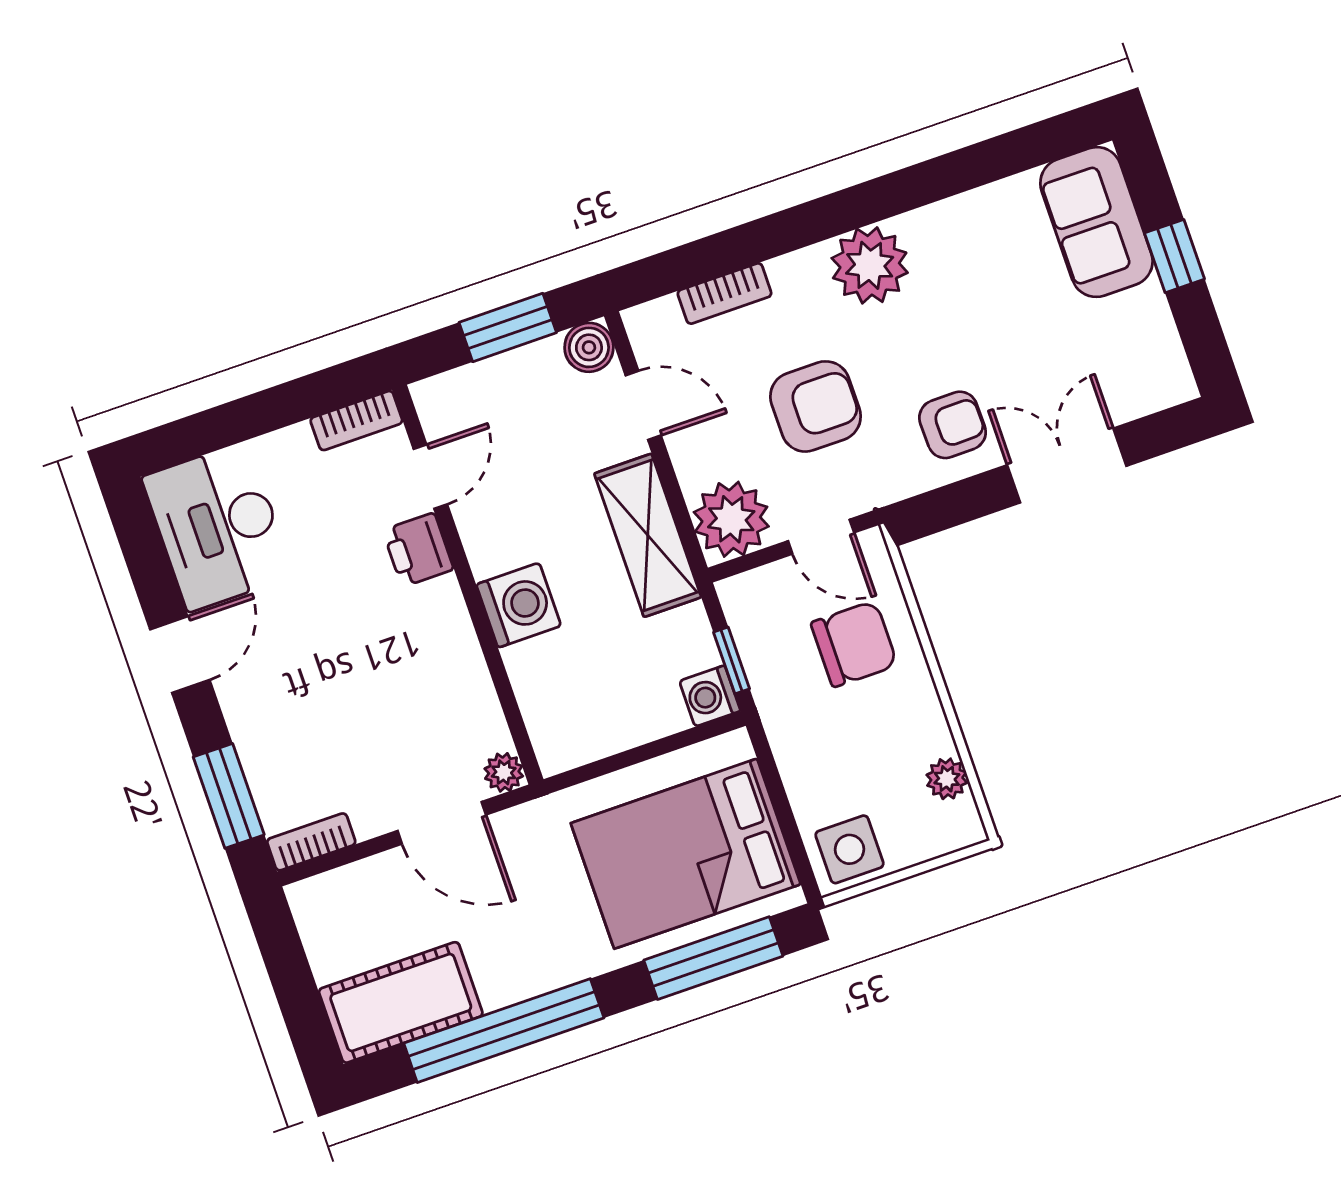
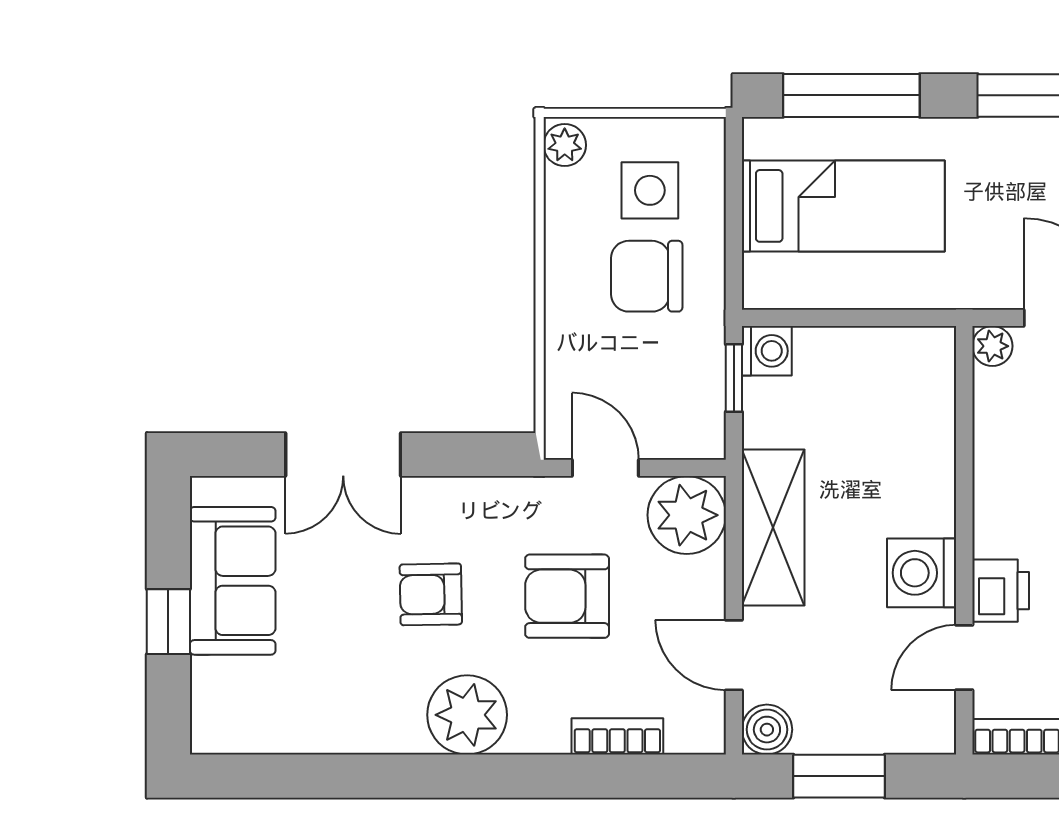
sofa: (1096, 222) -> (233, 581), moved
armchair: (953, 425) -> (431, 594), moved
washing machine: (519, 605) -> (922, 573), moved
chair: (854, 644) -> (647, 276), moved
plant: (947, 779) -> (565, 145), moved
side table: (850, 849) -> (650, 190), moved
bed: (686, 854) -> (843, 206), width x0.67

